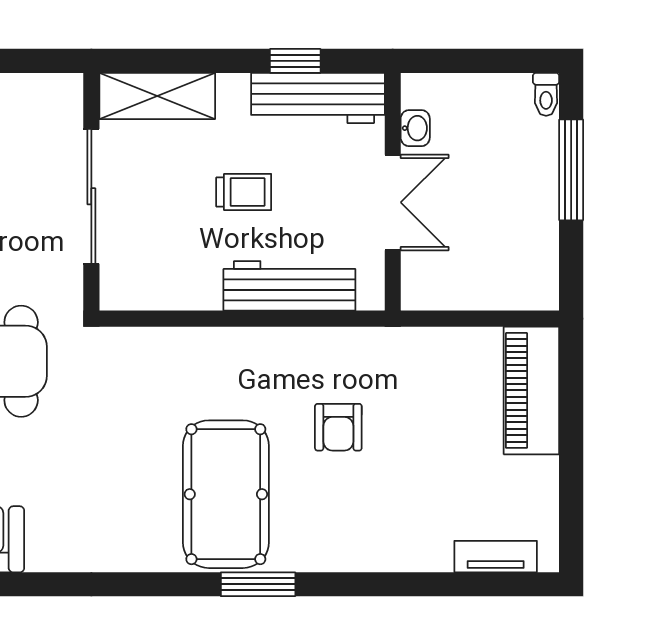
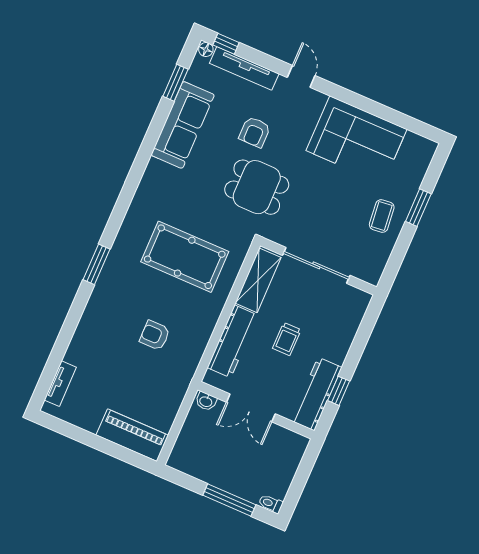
shelving: (157, 96) -> (258, 280), moved
washbasin: (415, 128) -> (206, 401), moved
pool table: (226, 494) -> (185, 257), moved

